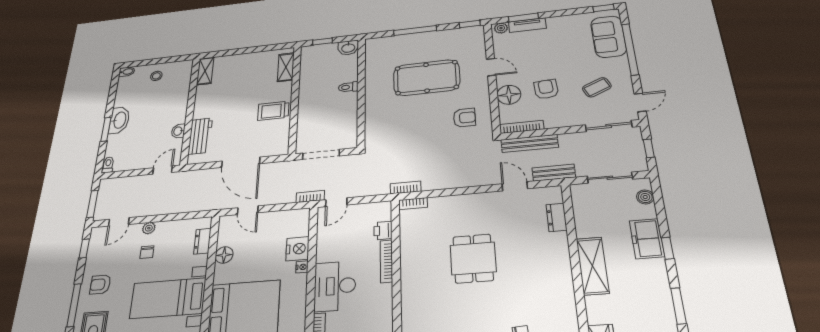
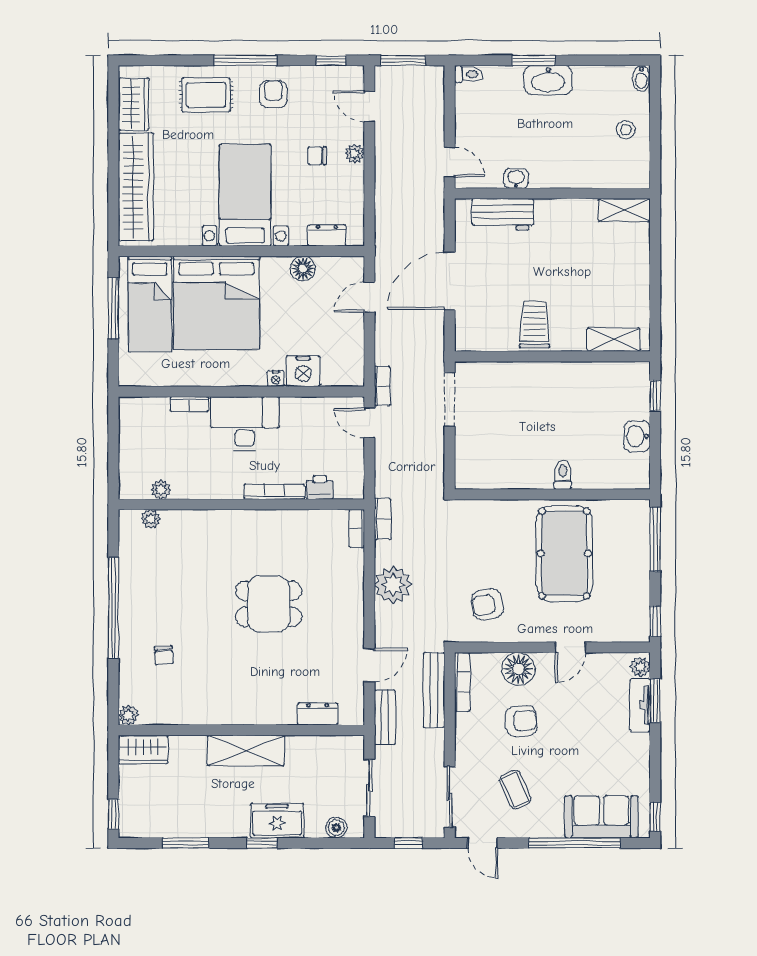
toilet: (348, 87) -> (563, 475), moved
wall: (361, 91) -> (552, 494), moved
armchair: (464, 118) -> (487, 605), turned 79
plant: (453, 177) -> (393, 585), added

